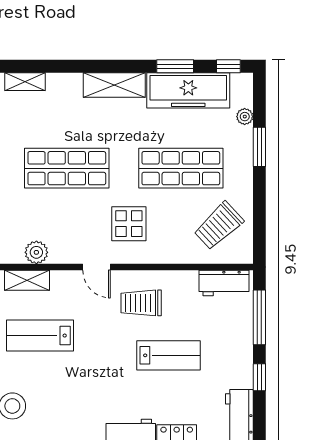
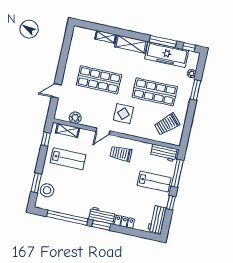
window: (175, 66) -> (163, 41), width x1.44
shelving: (25, 82) -> (106, 37), moved
door: (96, 267) -> (103, 131), hinge flipped
lab bench: (40, 336) -> (68, 159), turned 180
lab bench: (169, 355) -> (154, 182), moved

